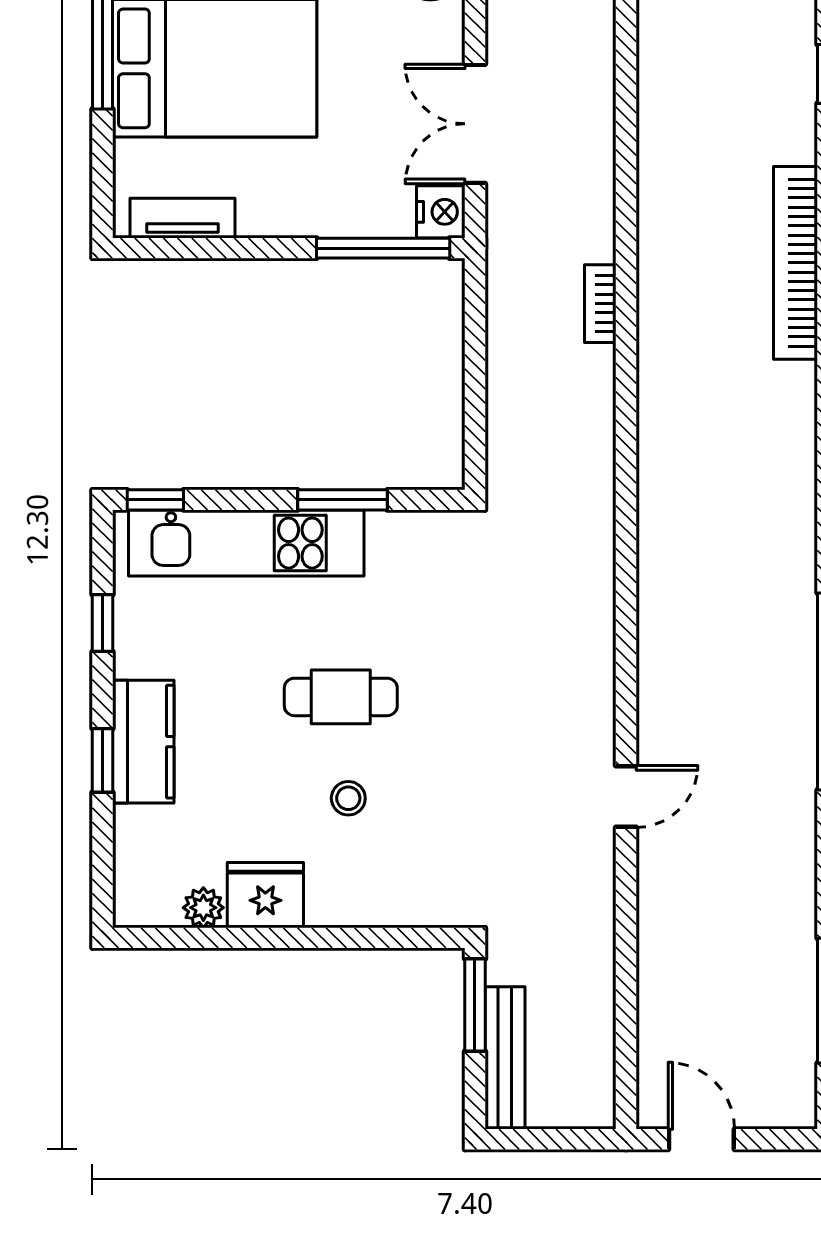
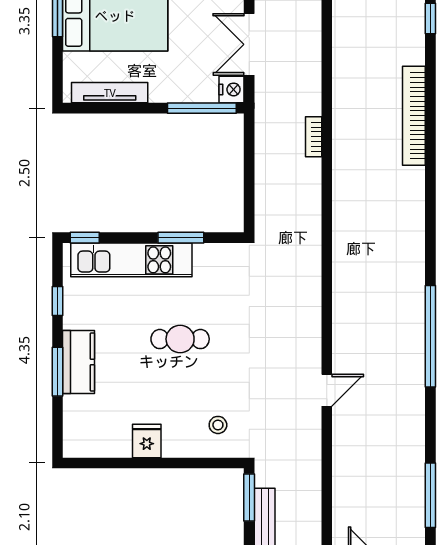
tv unit: (183, 218) -> (110, 93), width x1.41
window: (102, 760) -> (57, 372), width x1.50
stool: (348, 798) -> (218, 425), moved
fridge: (265, 895) -> (147, 441), width x0.72
plant: (203, 908) -> (109, 447), removed

